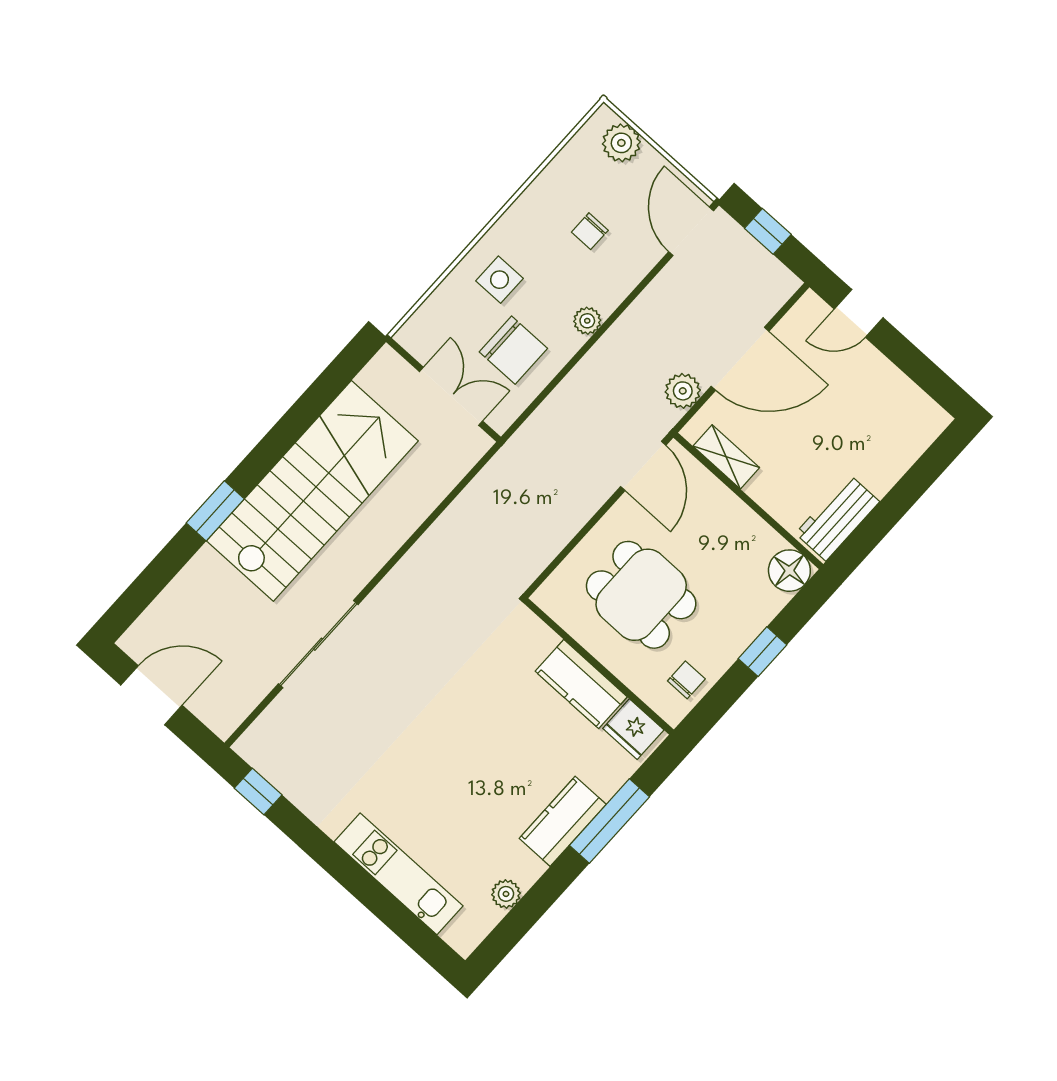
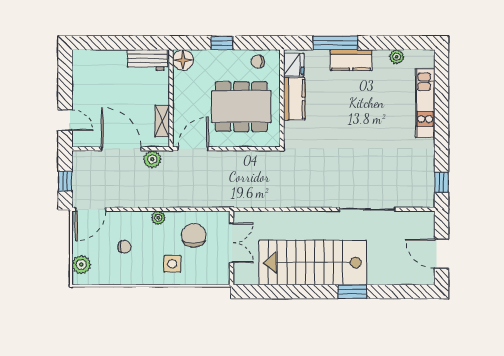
double door: (451, 396) -> (231, 243), swing flipped
dining table: (641, 595) -> (241, 107), width x1.38

